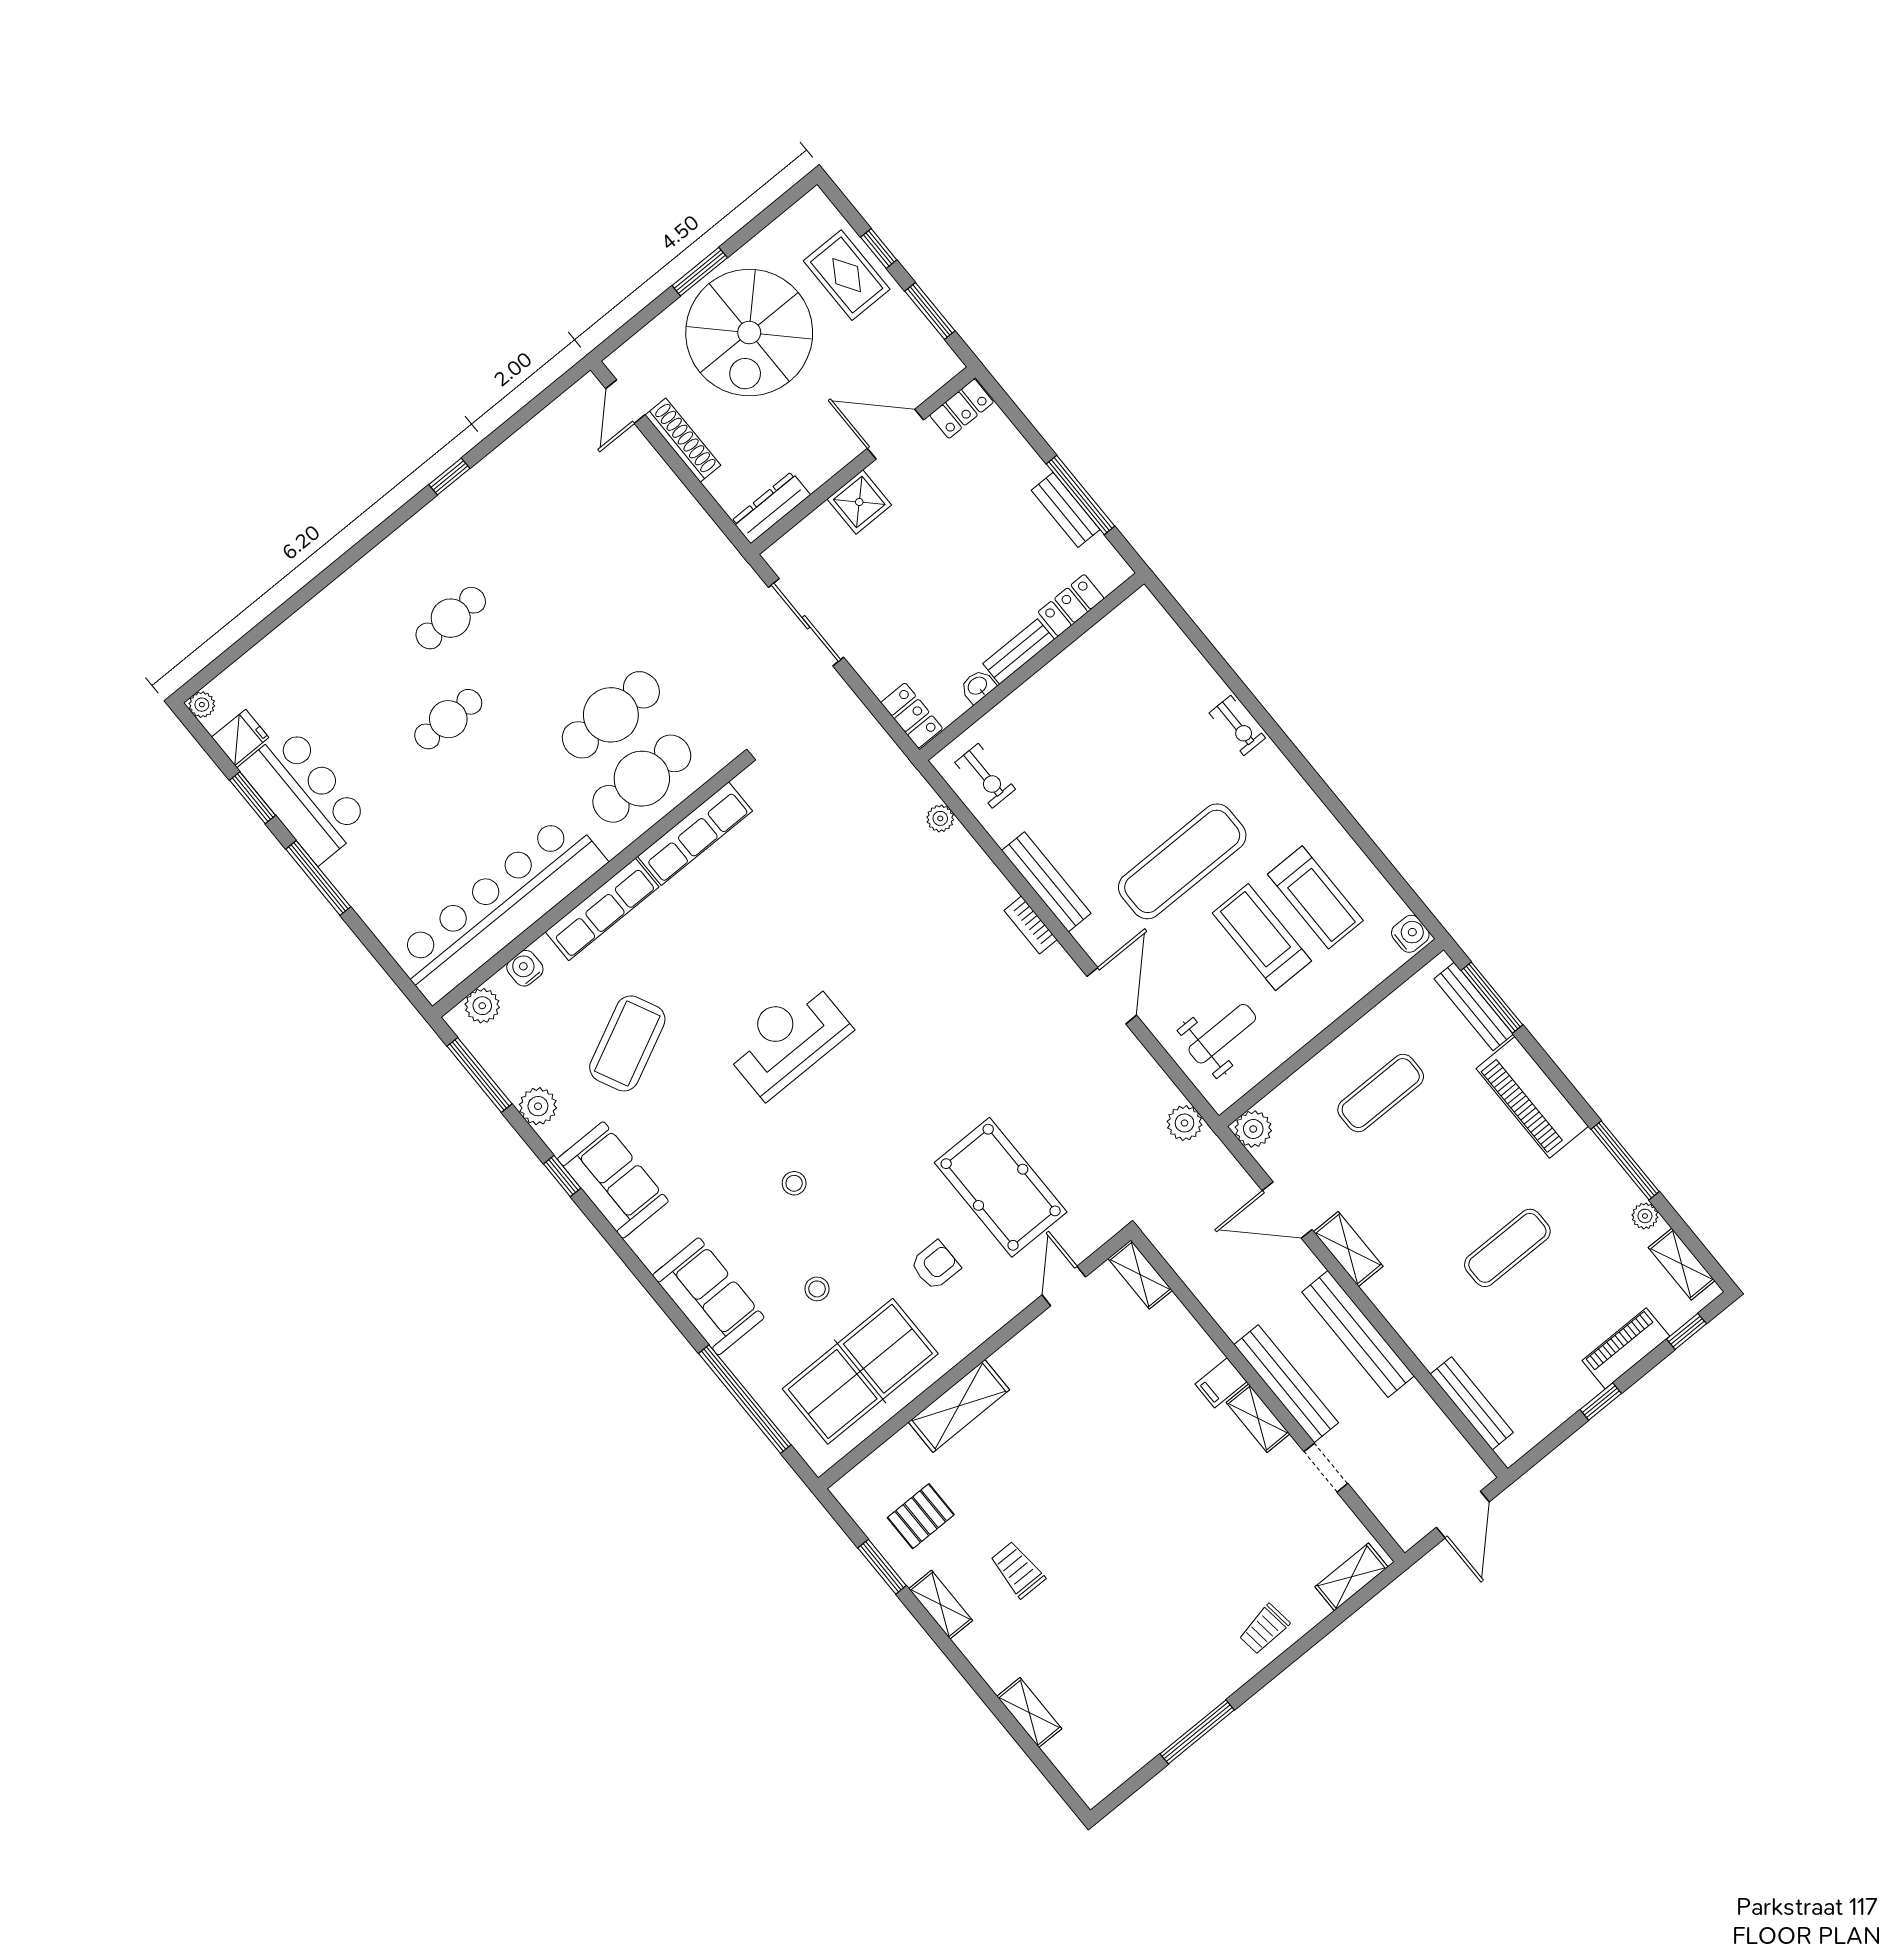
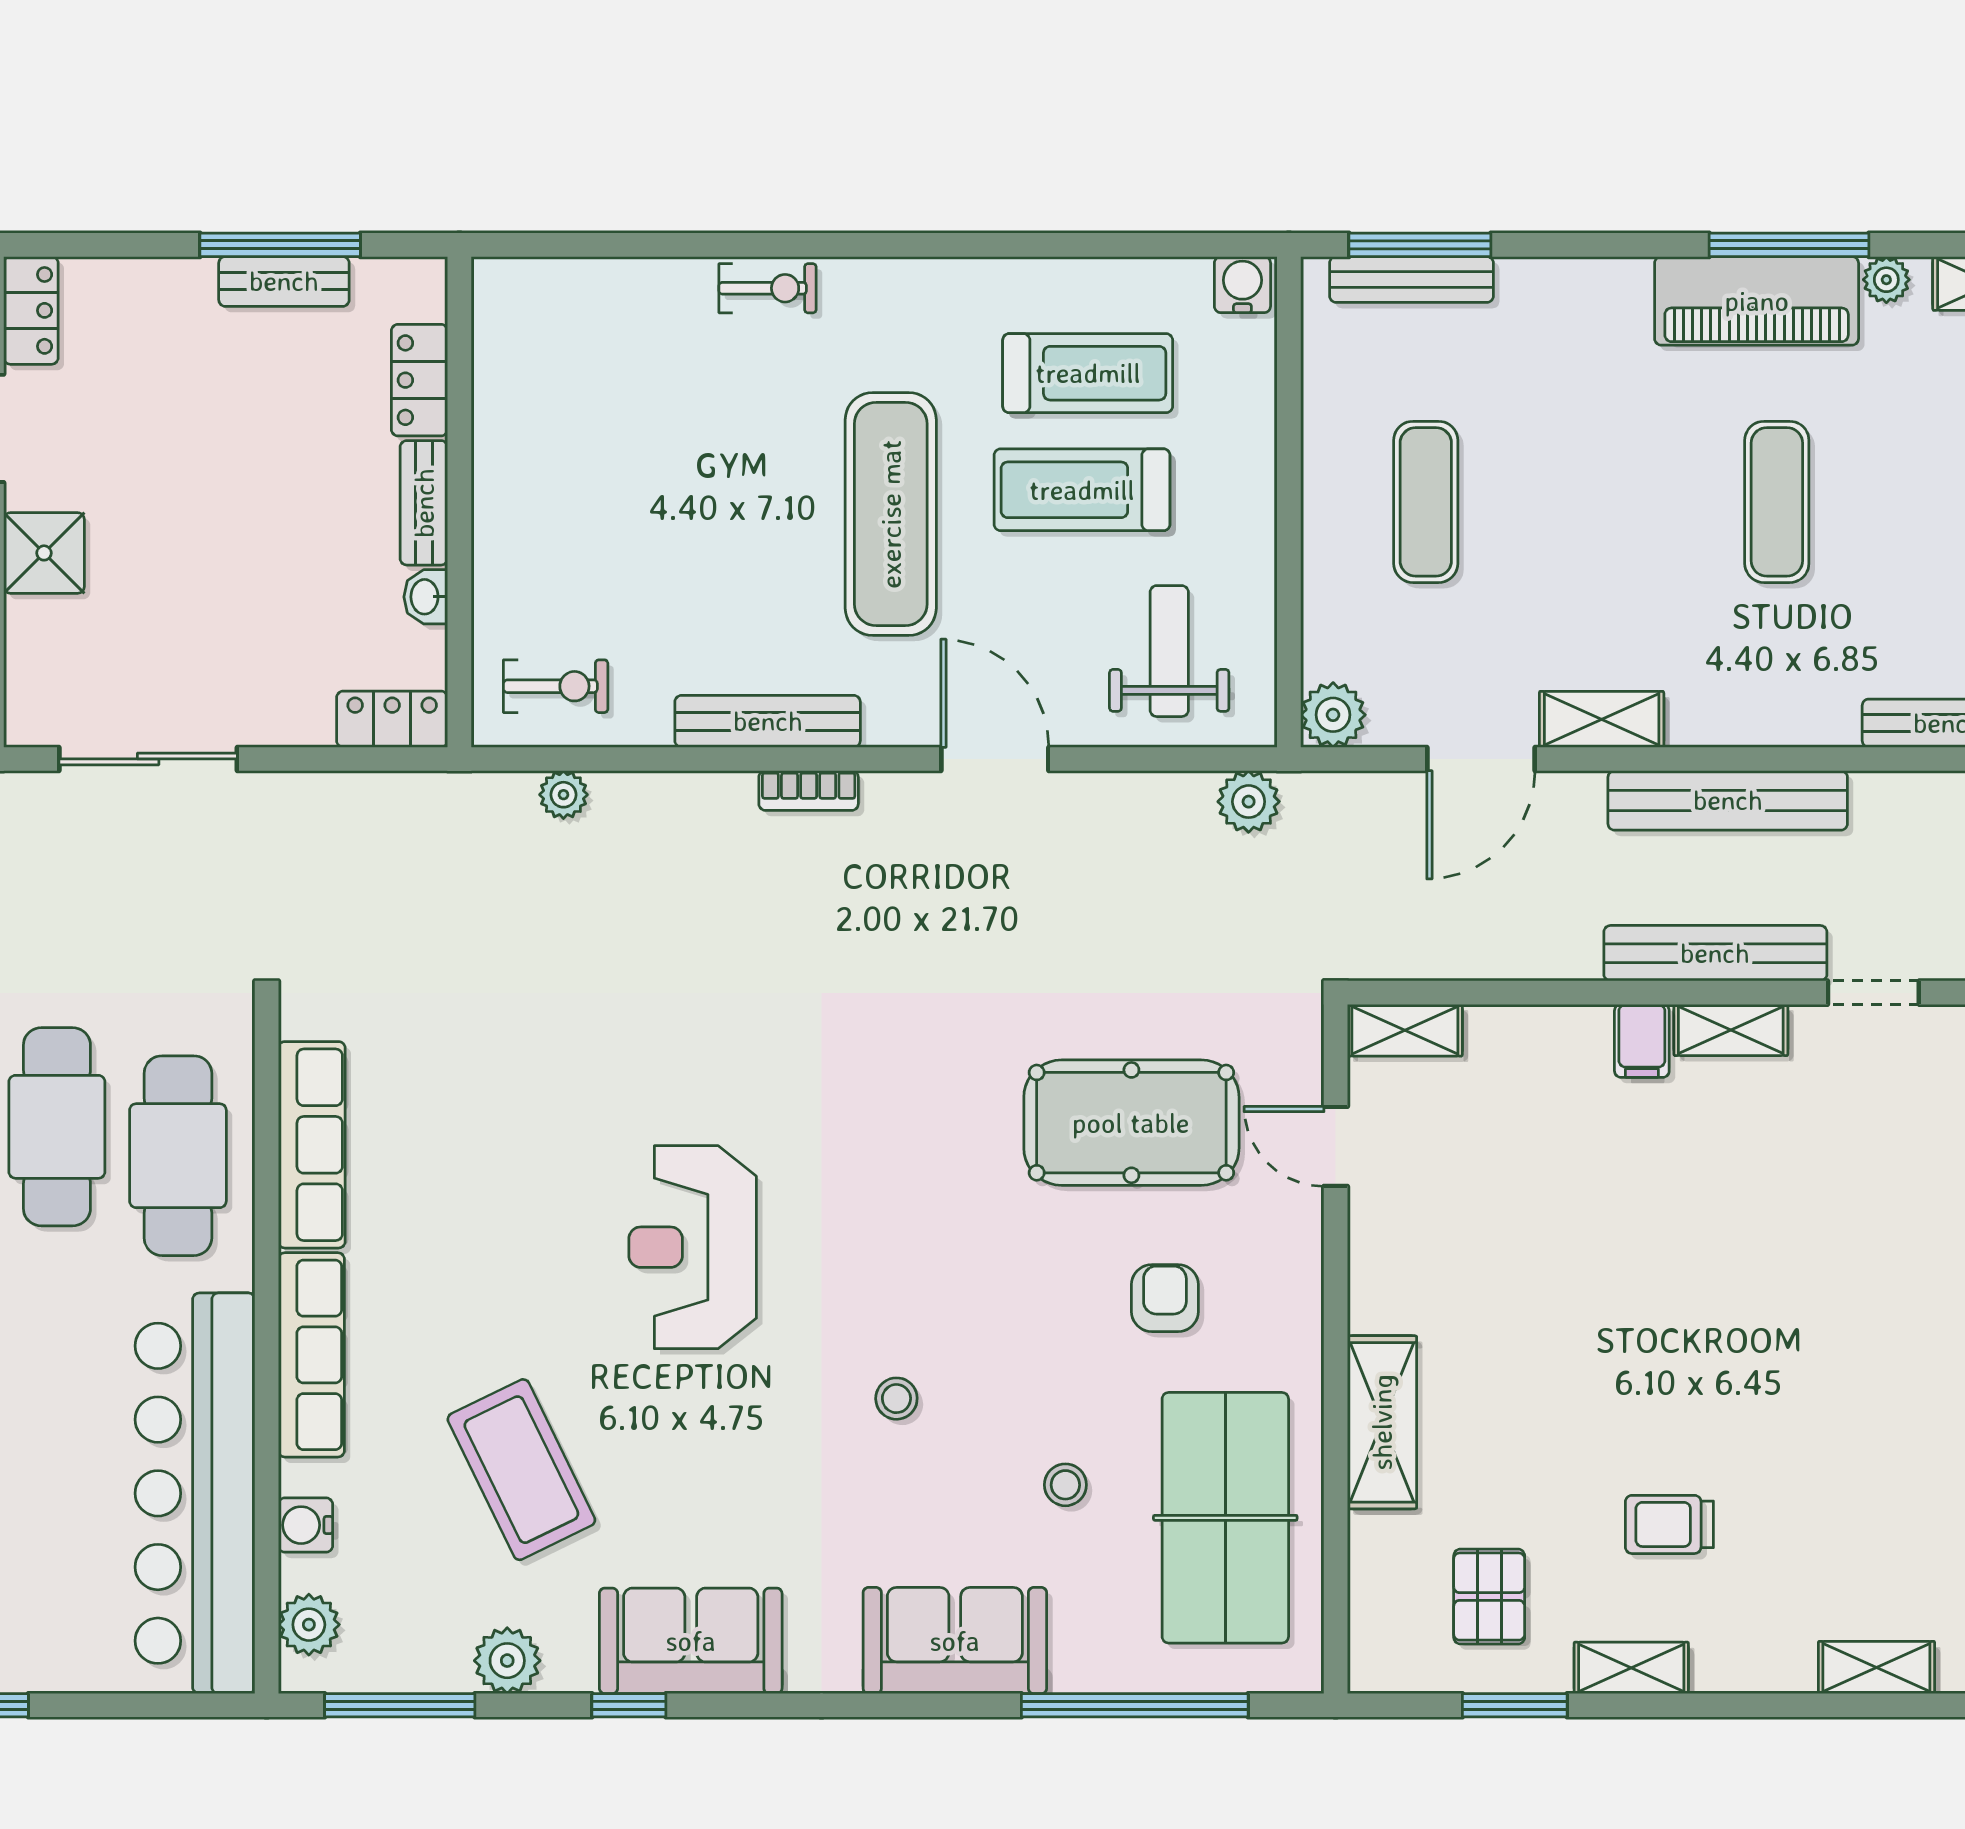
piano: (1532, 1097) -> (1757, 301), moved

